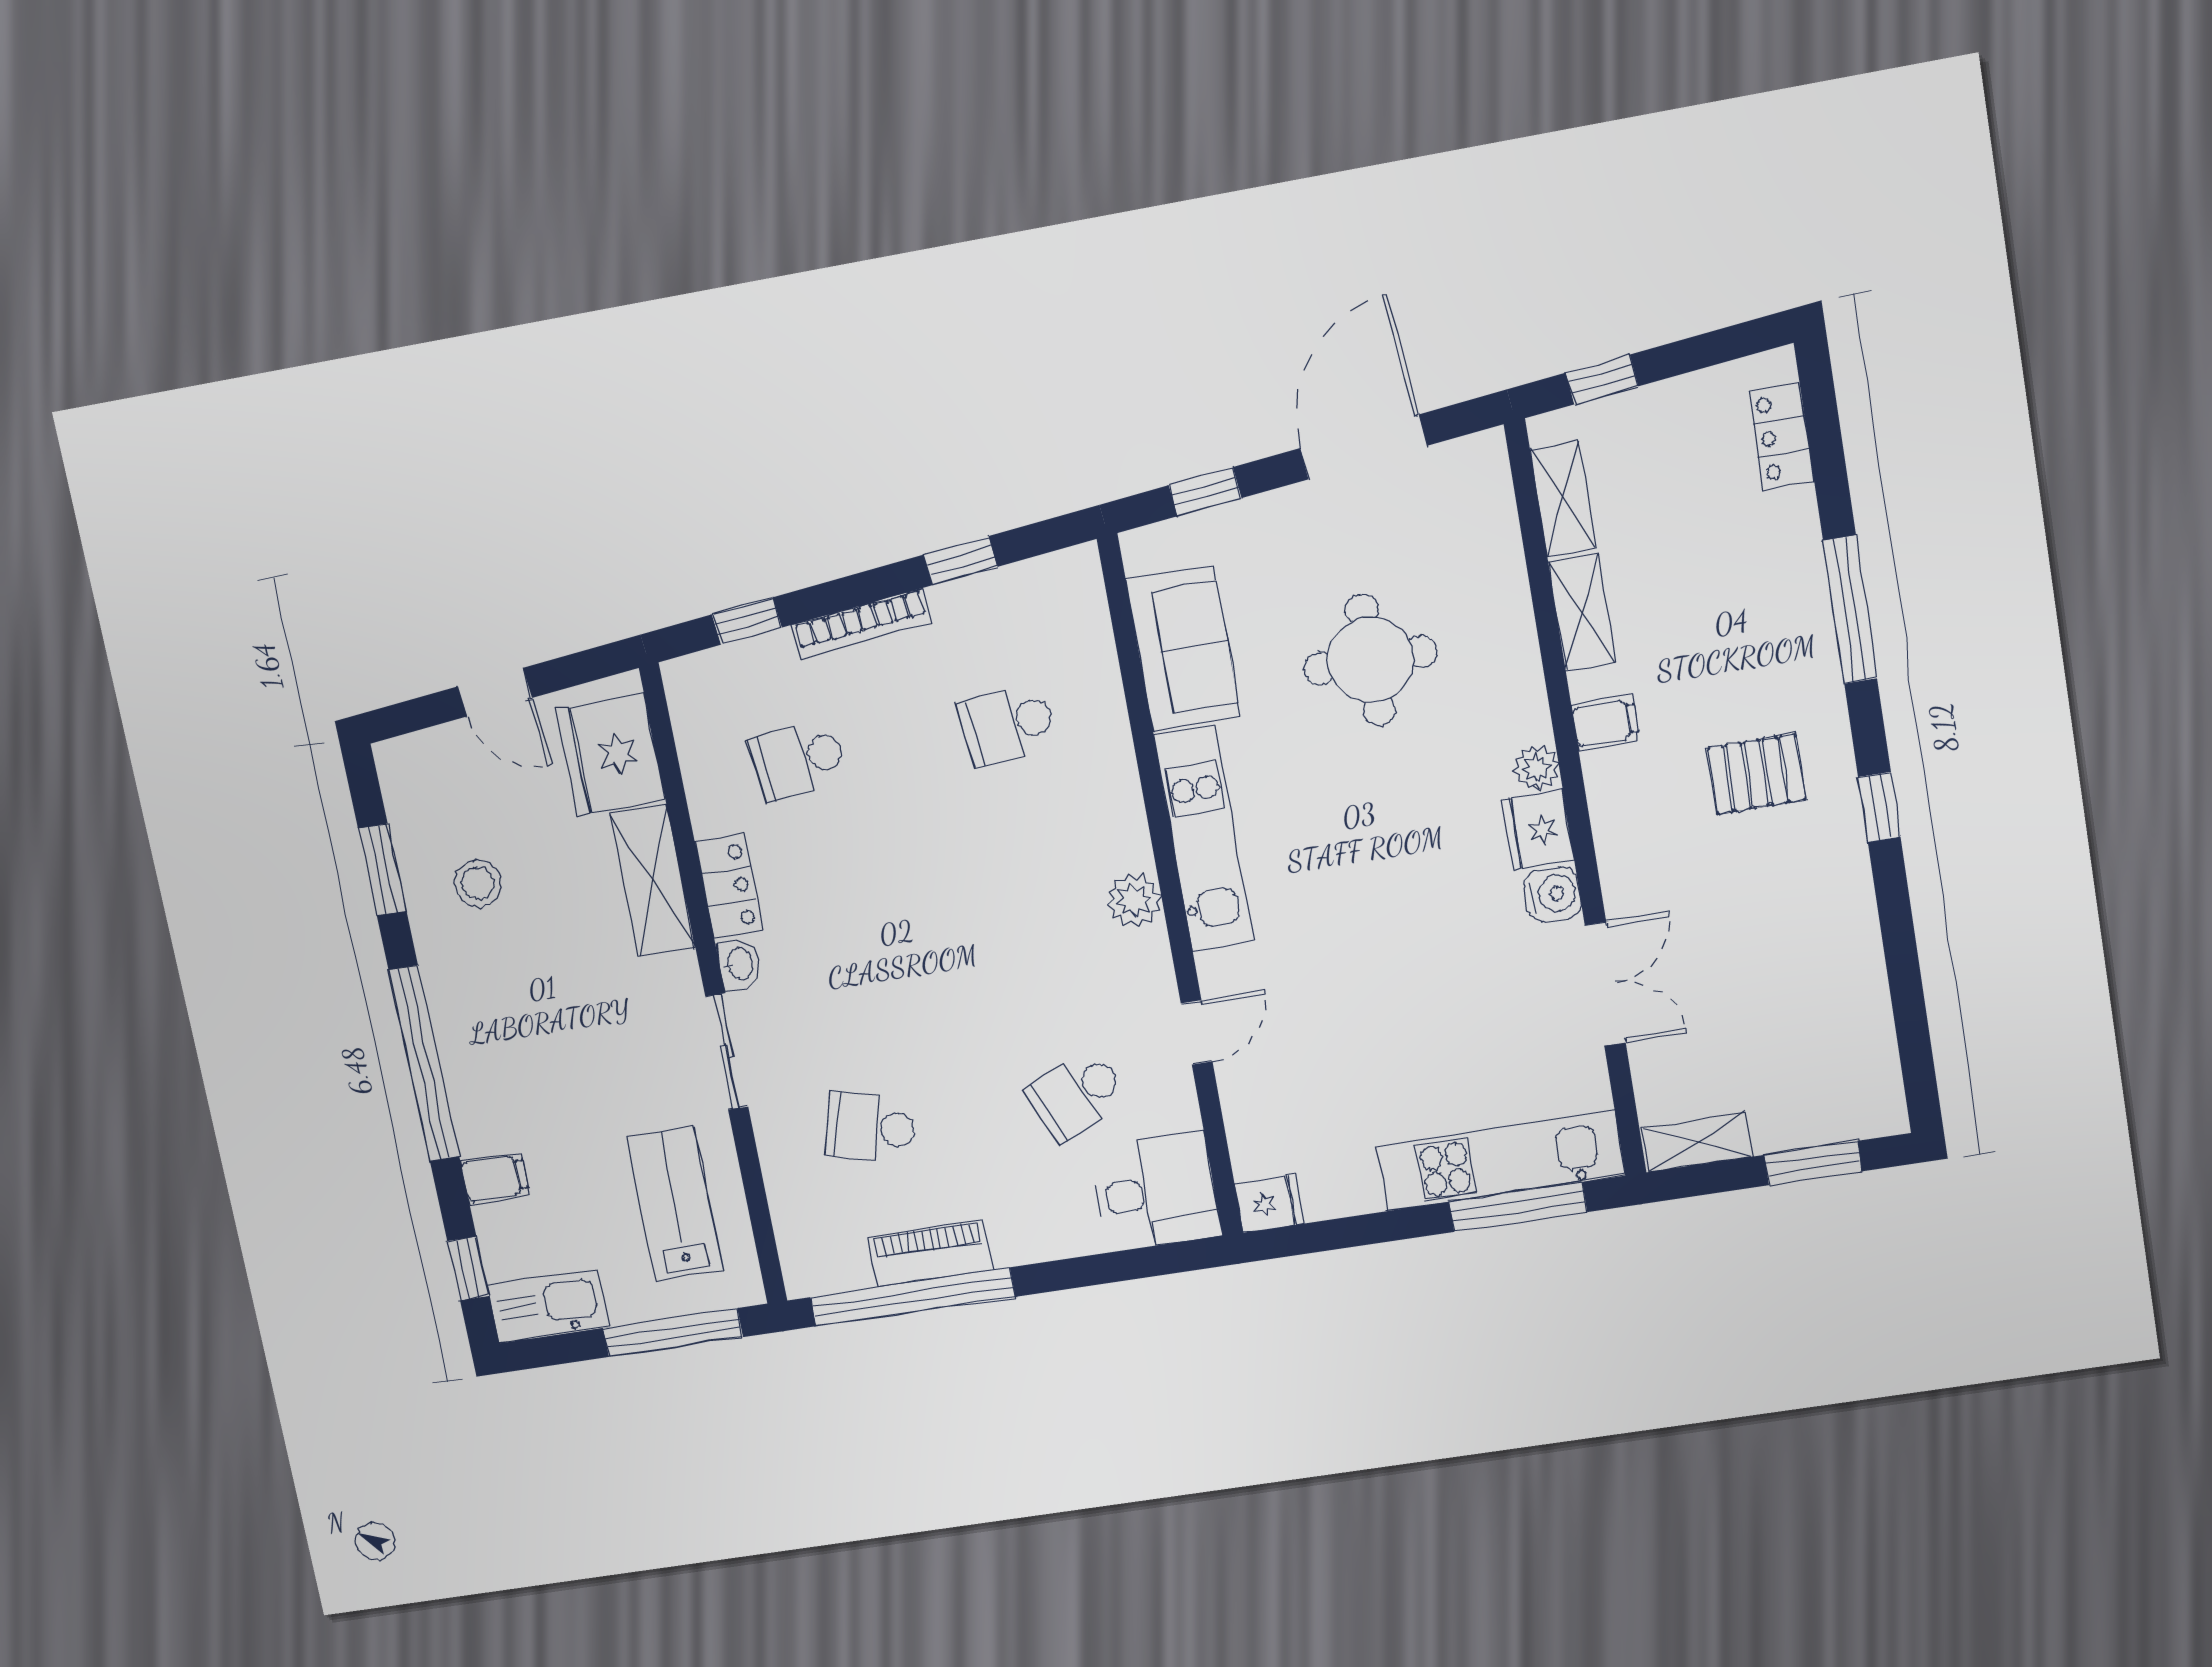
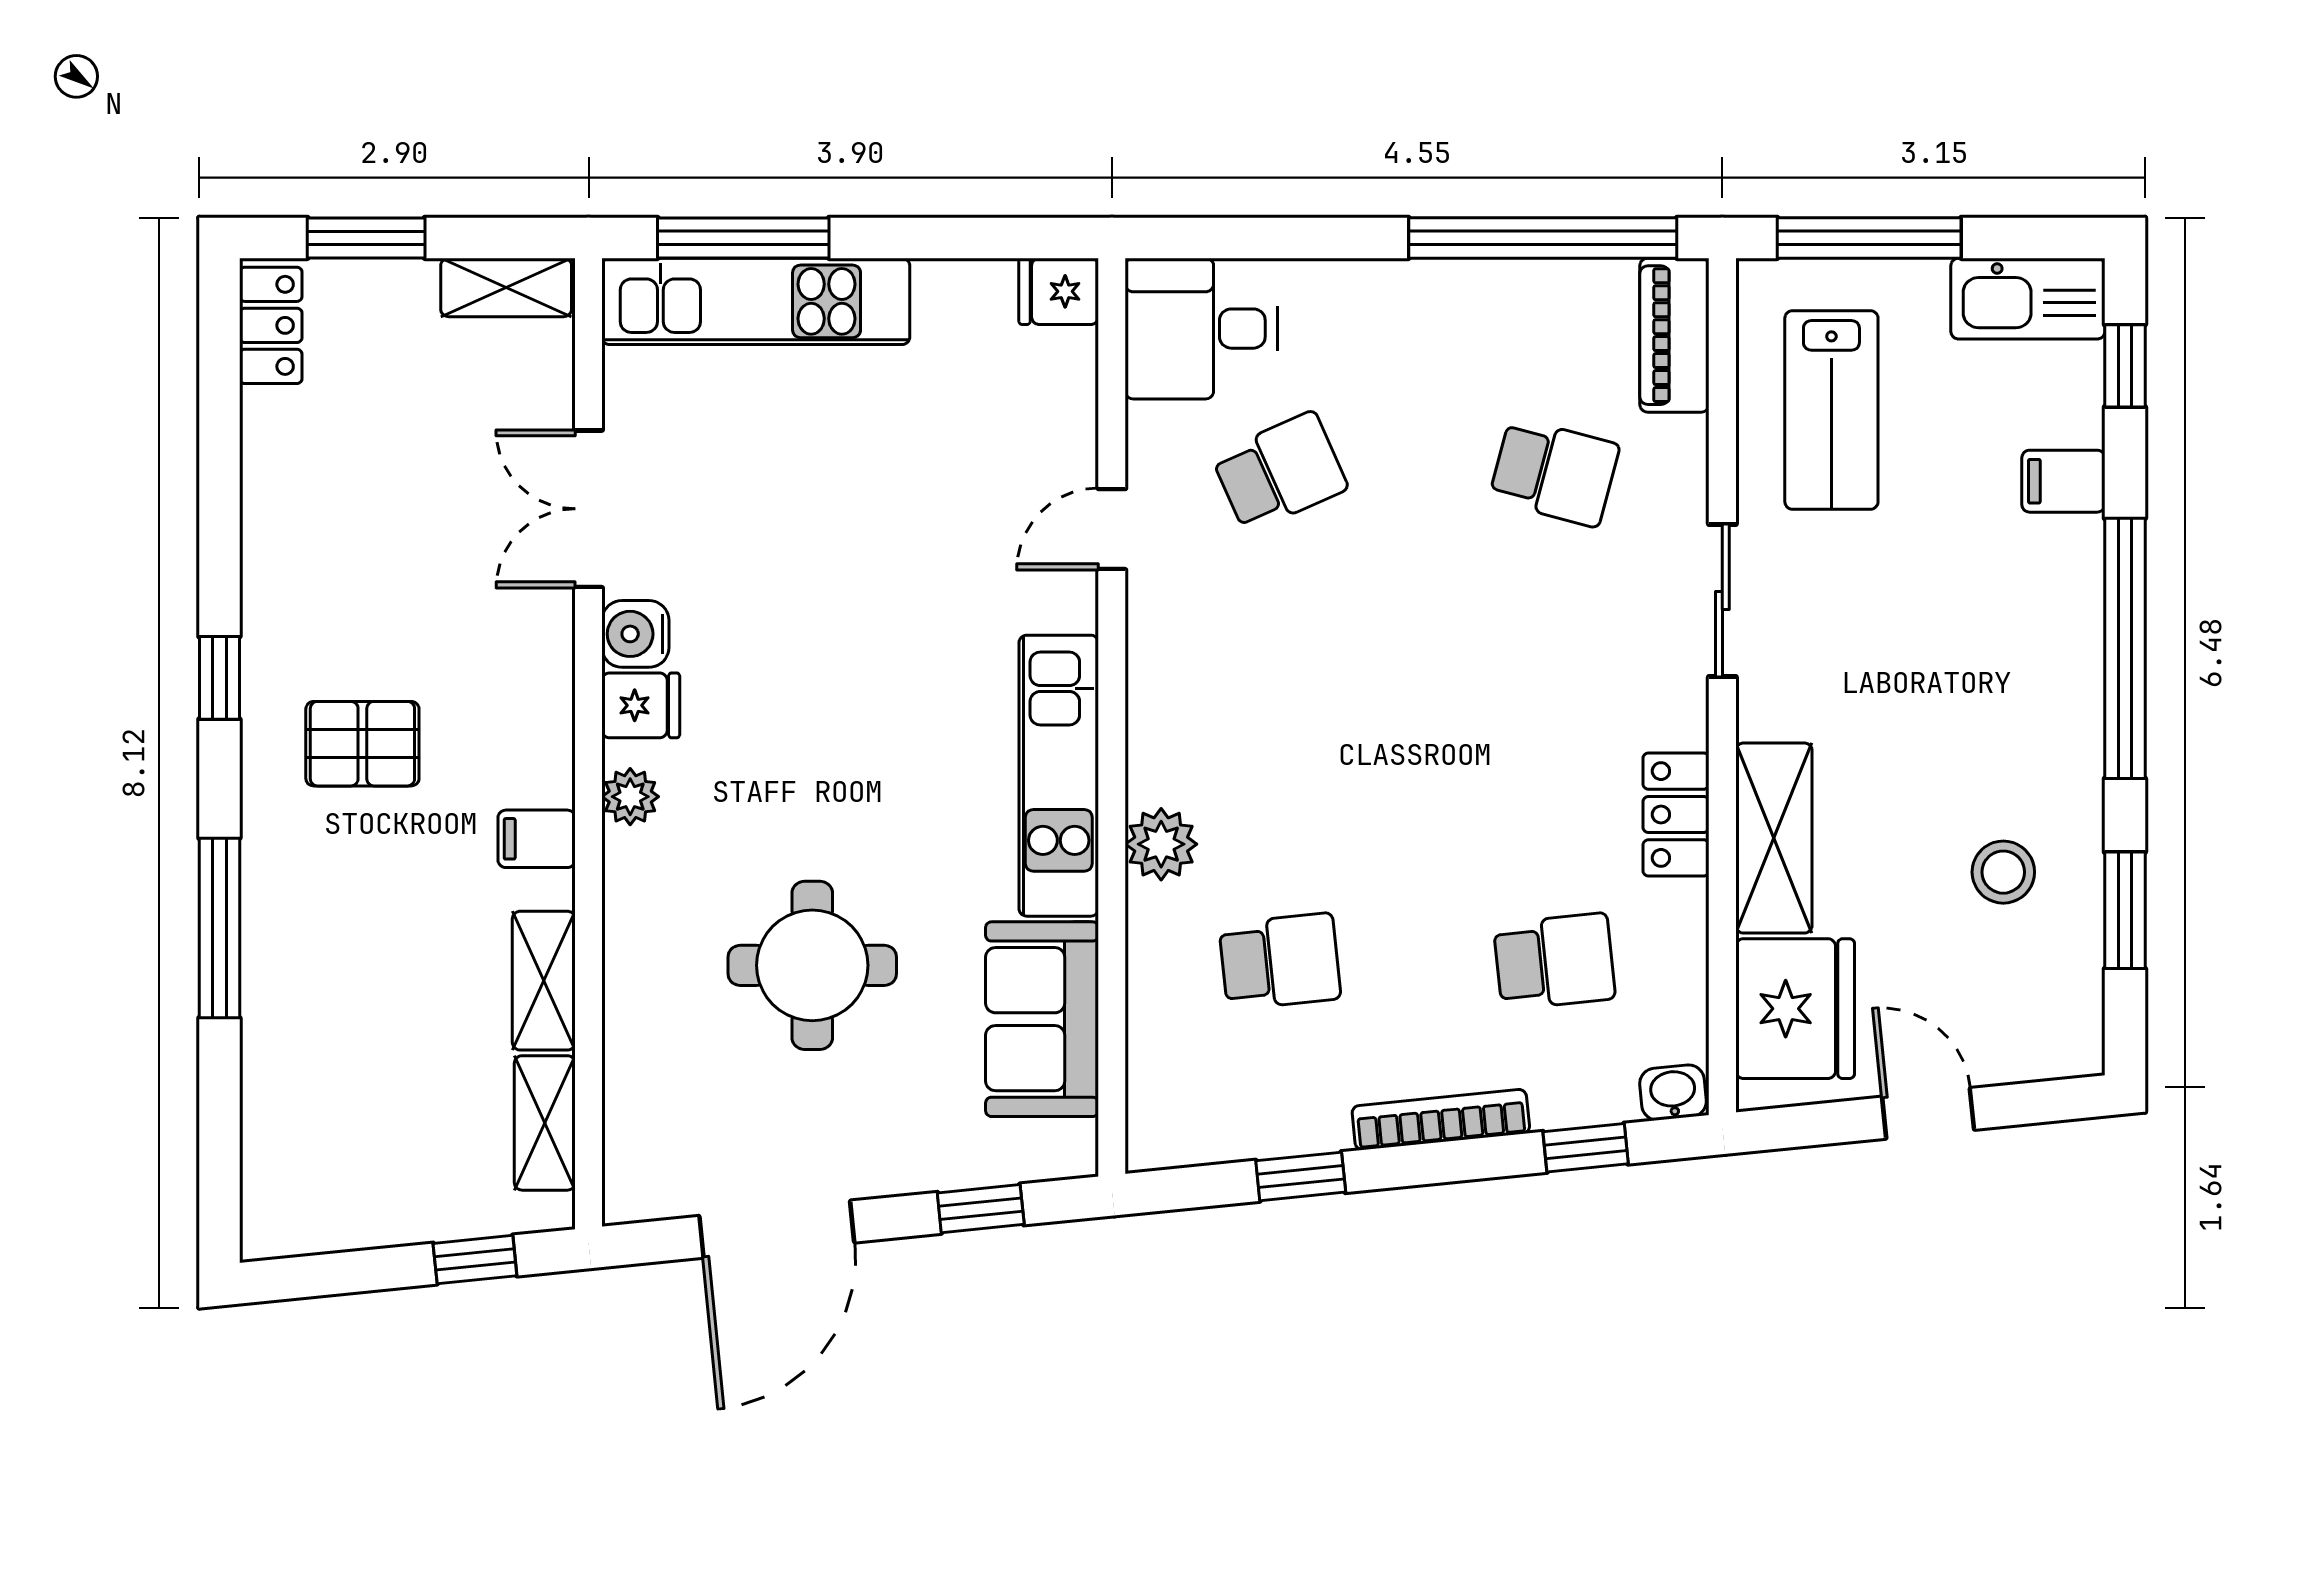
locker: (1781, 437) -> (271, 325), moved
fridge: (1538, 830) -> (641, 705), width x0.72
plant: (1134, 900) -> (1161, 844), moved
washbasin: (739, 964) -> (1673, 1093), moved, turned 84
piano: (930, 1253) -> (1674, 335), moved, turned 90

